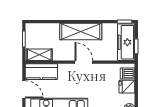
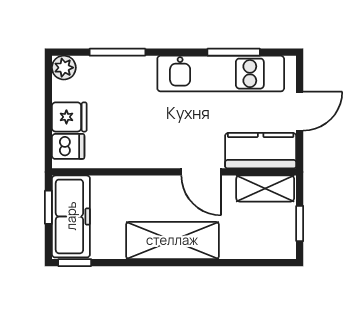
door: (84, 62) -> (201, 172), moved
door: (24, 89) -> (300, 111), swing flipped

